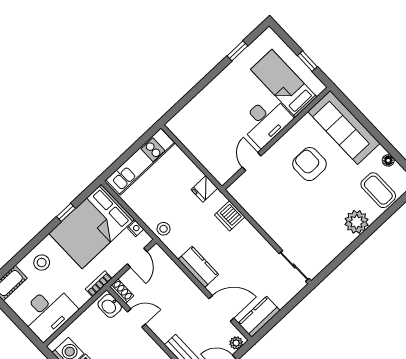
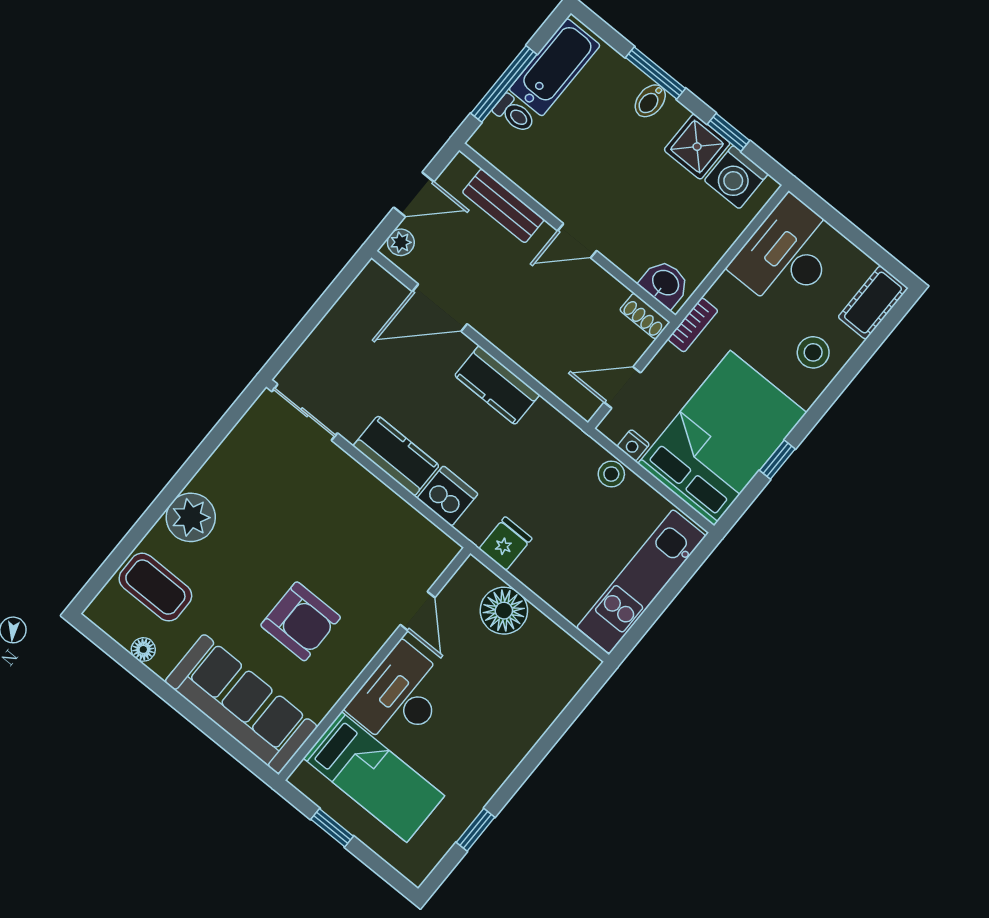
floor lamp: (209, 156) -> (504, 611), added
stool: (164, 229) -> (611, 474), moved
door: (137, 258) -> (622, 387), hinge flipped
kitchen counter: (259, 317) -> (396, 456), moved, turned -90
door: (136, 318) -> (577, 241), moved

